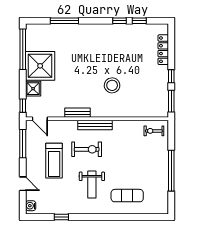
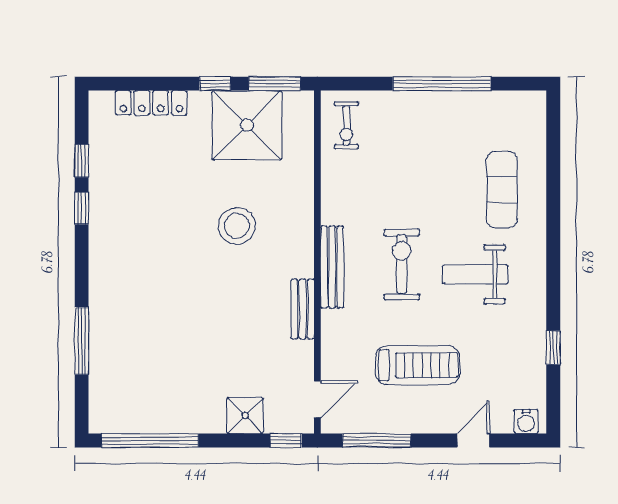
shower: (40, 66) -> (247, 125), moved
exercise bike: (87, 149) -> (402, 264), moved
weight bench: (92, 184) -> (475, 274), turned 180

